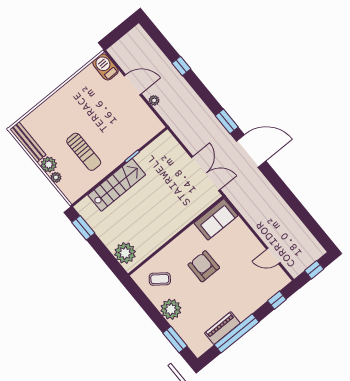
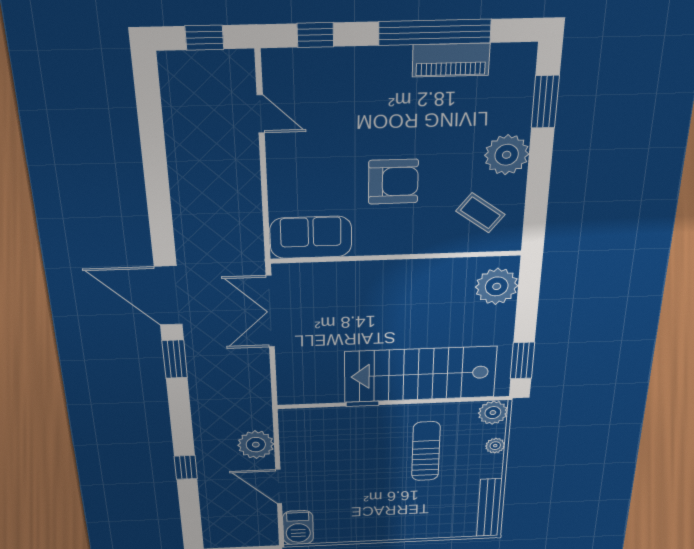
plant: (154, 100) -> (256, 445), width x1.88, depth x1.88
plant: (49, 165) -> (493, 413), moved
stairs: (117, 185) -> (420, 374), width x1.36, depth x1.51
armchair: (204, 266) -> (393, 182), turned -90

